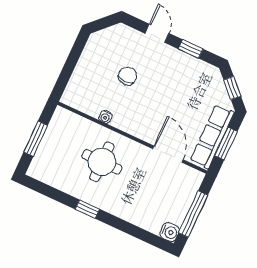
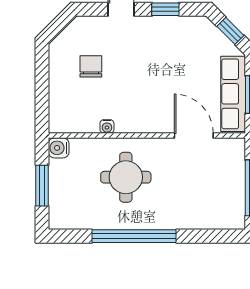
chair: (127, 76) -> (91, 66), moved
window: (87, 209) -> (134, 236), width x3.17
water cooler: (170, 232) -> (59, 148), moved, turned 180

